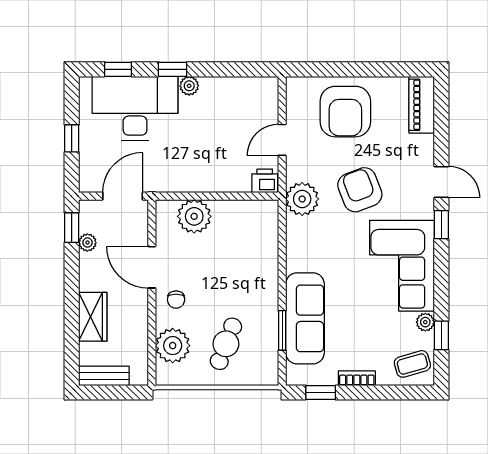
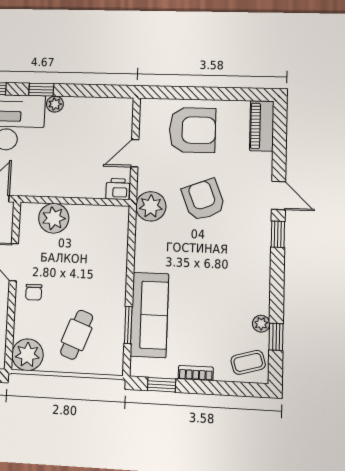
armchair: (345, 112) -> (192, 130), turned -90
corner sofa: (402, 266) -> (240, 270), removed
plant: (173, 346) -> (27, 355), moved

